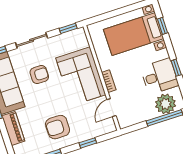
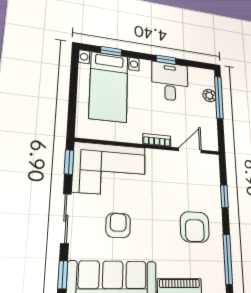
corner sofa: (81, 76) -> (110, 169), moved
plant: (165, 104) -> (209, 96), width x0.53, depth x0.53
door: (111, 108) -> (190, 150), swing flipped

